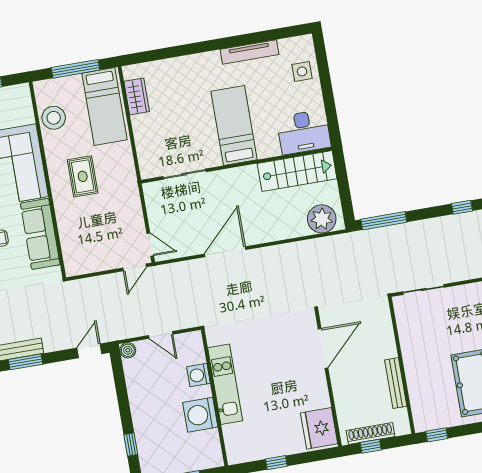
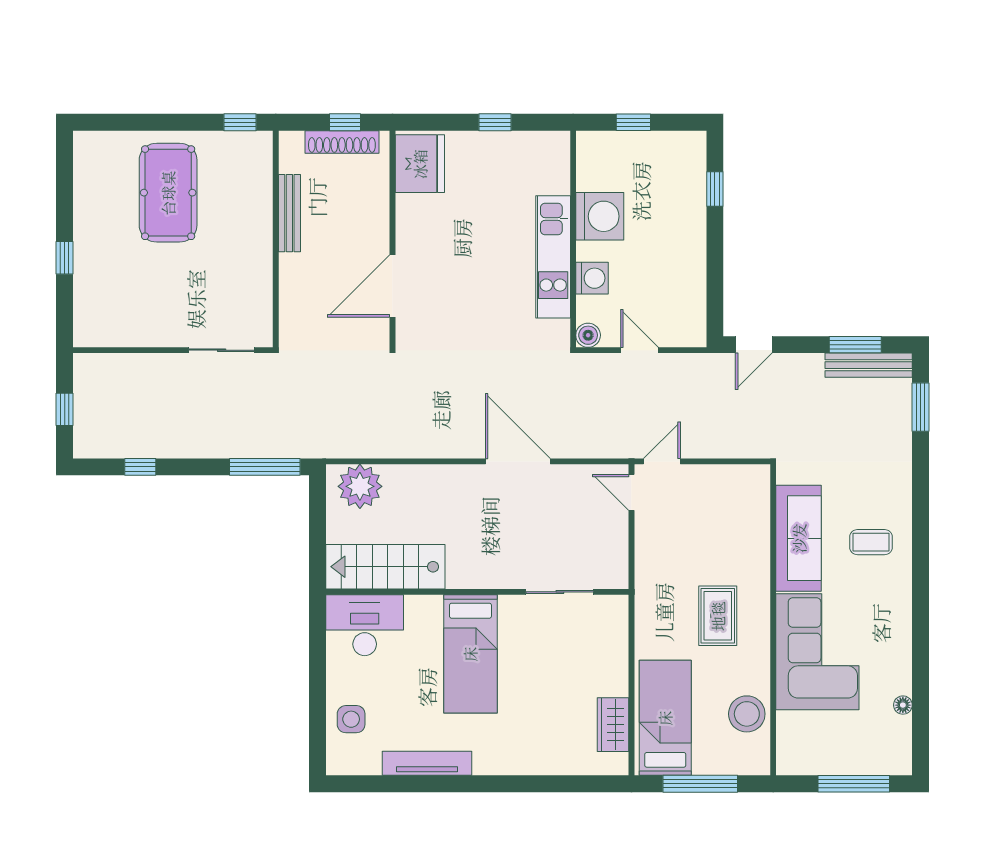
door: (225, 252) -> (518, 461), swing flipped
boiler: (128, 350) -> (588, 335), moved

